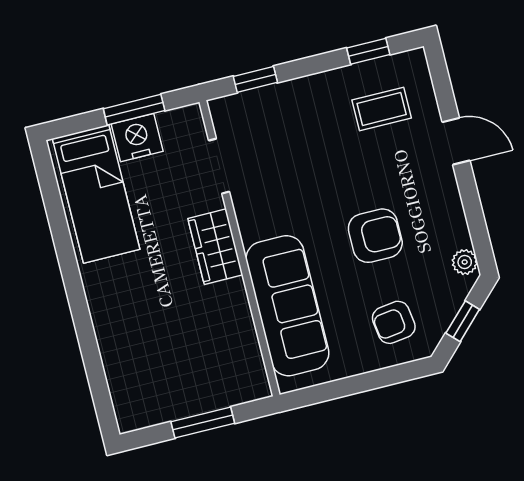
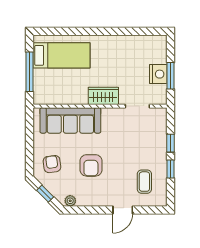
window: (368, 51) -> (171, 169), moved
window: (255, 79) -> (171, 143), moved
bed: (96, 194) -> (62, 55), moved, turned 180
window: (203, 422) -> (30, 72), width x1.44

